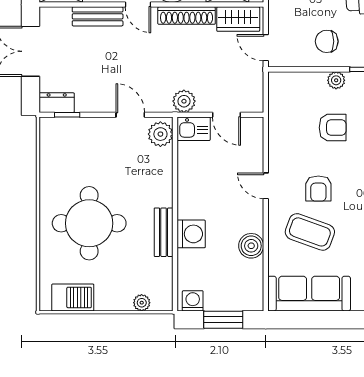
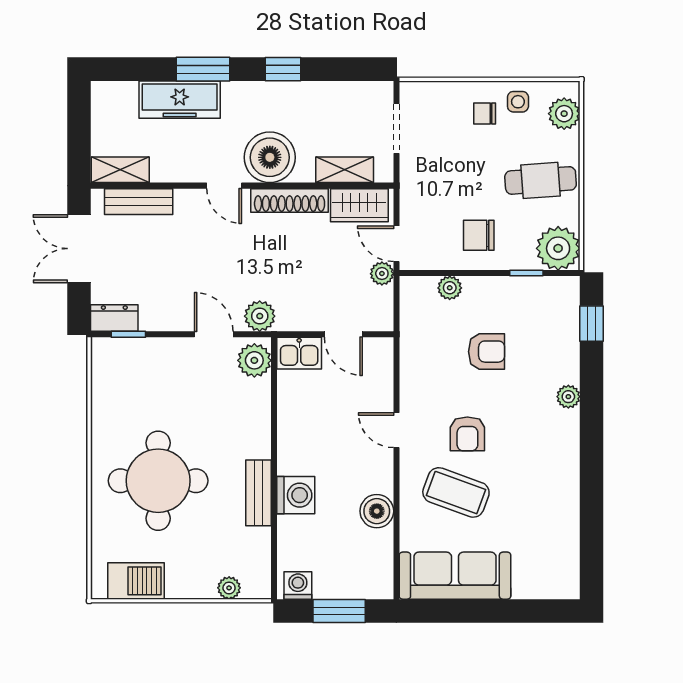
bench: (98, 16) -> (139, 202), moved
plant: (255, 70) -> (382, 274), added
plant: (336, 80) -> (450, 288), moved
plant: (184, 101) -> (260, 316), moved

